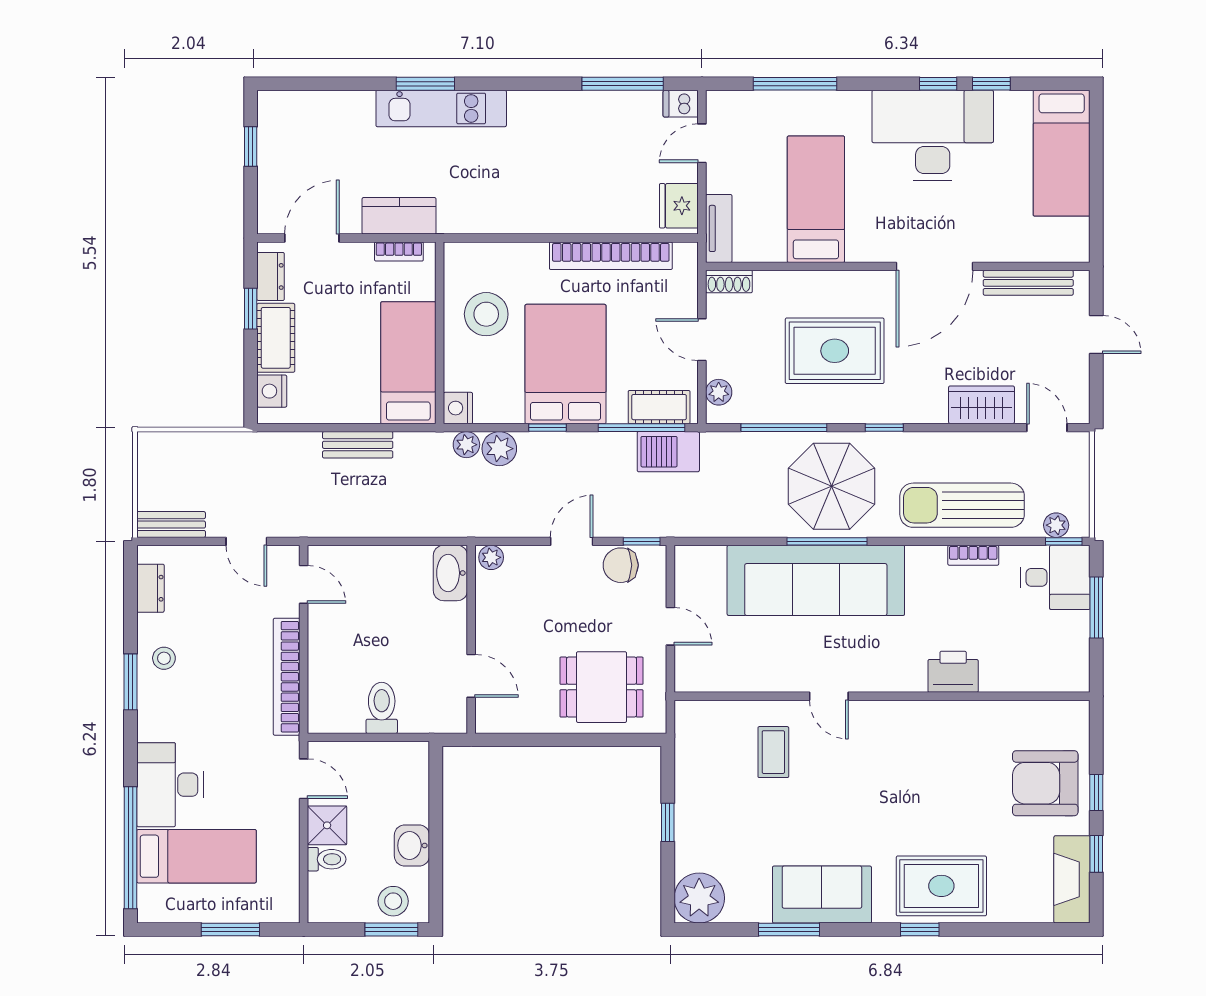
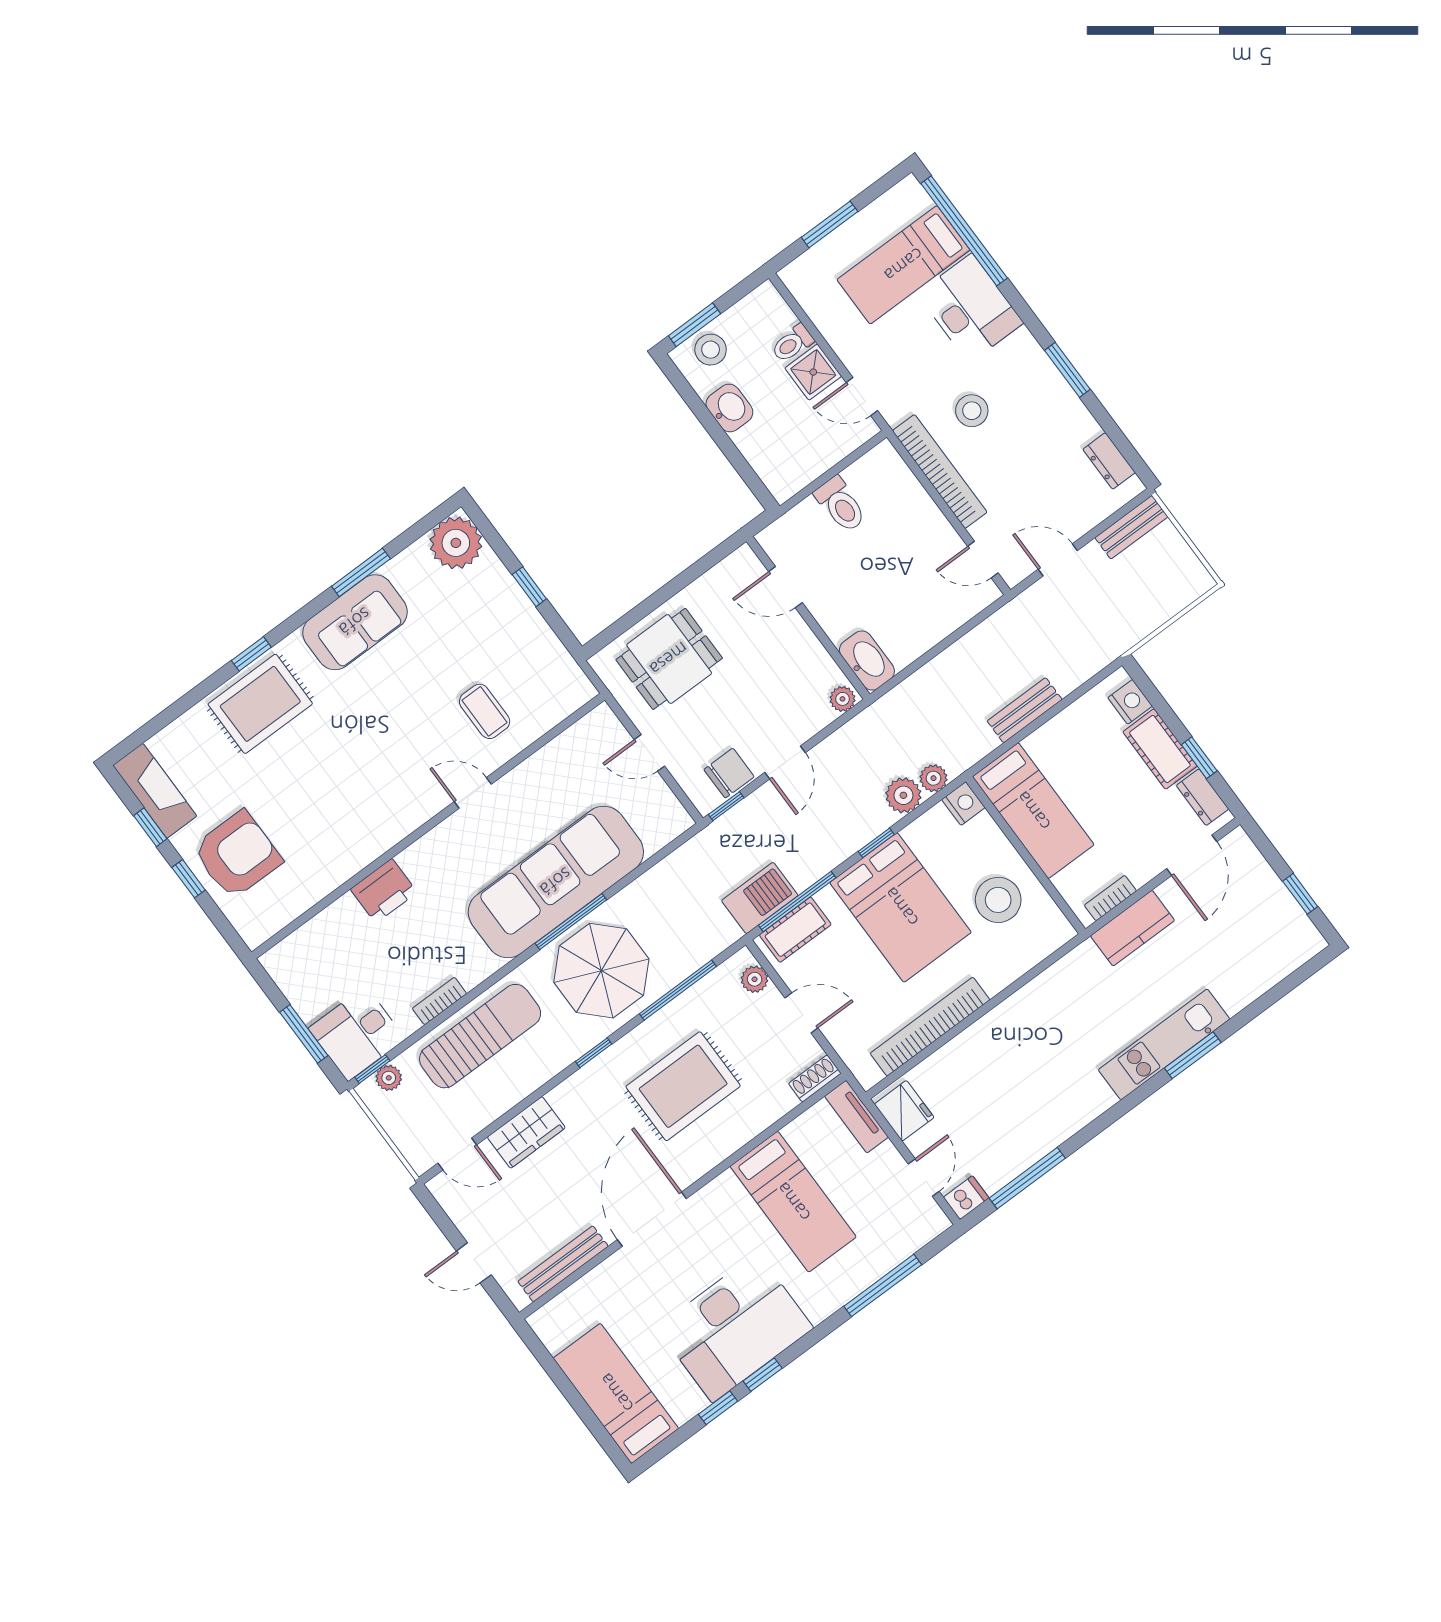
stool: (164, 658) -> (972, 411), moved, width x1.37, depth x1.37

